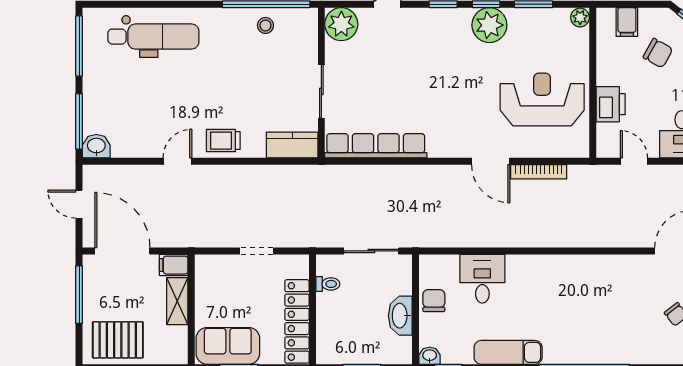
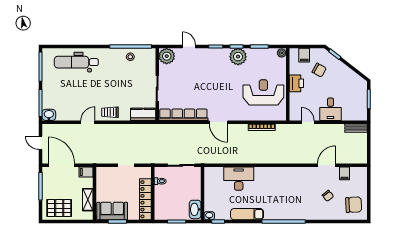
dental chair: (153, 37) -> (76, 62), turned 180
printer: (611, 104) -> (296, 83), moved
door: (491, 161) -> (218, 122), moved
desk: (482, 279) -> (239, 179), width x1.37
shelving: (177, 301) -> (88, 200), moved
chair: (434, 301) -> (211, 189), removed
washbasin: (400, 316) -> (195, 209), moved

